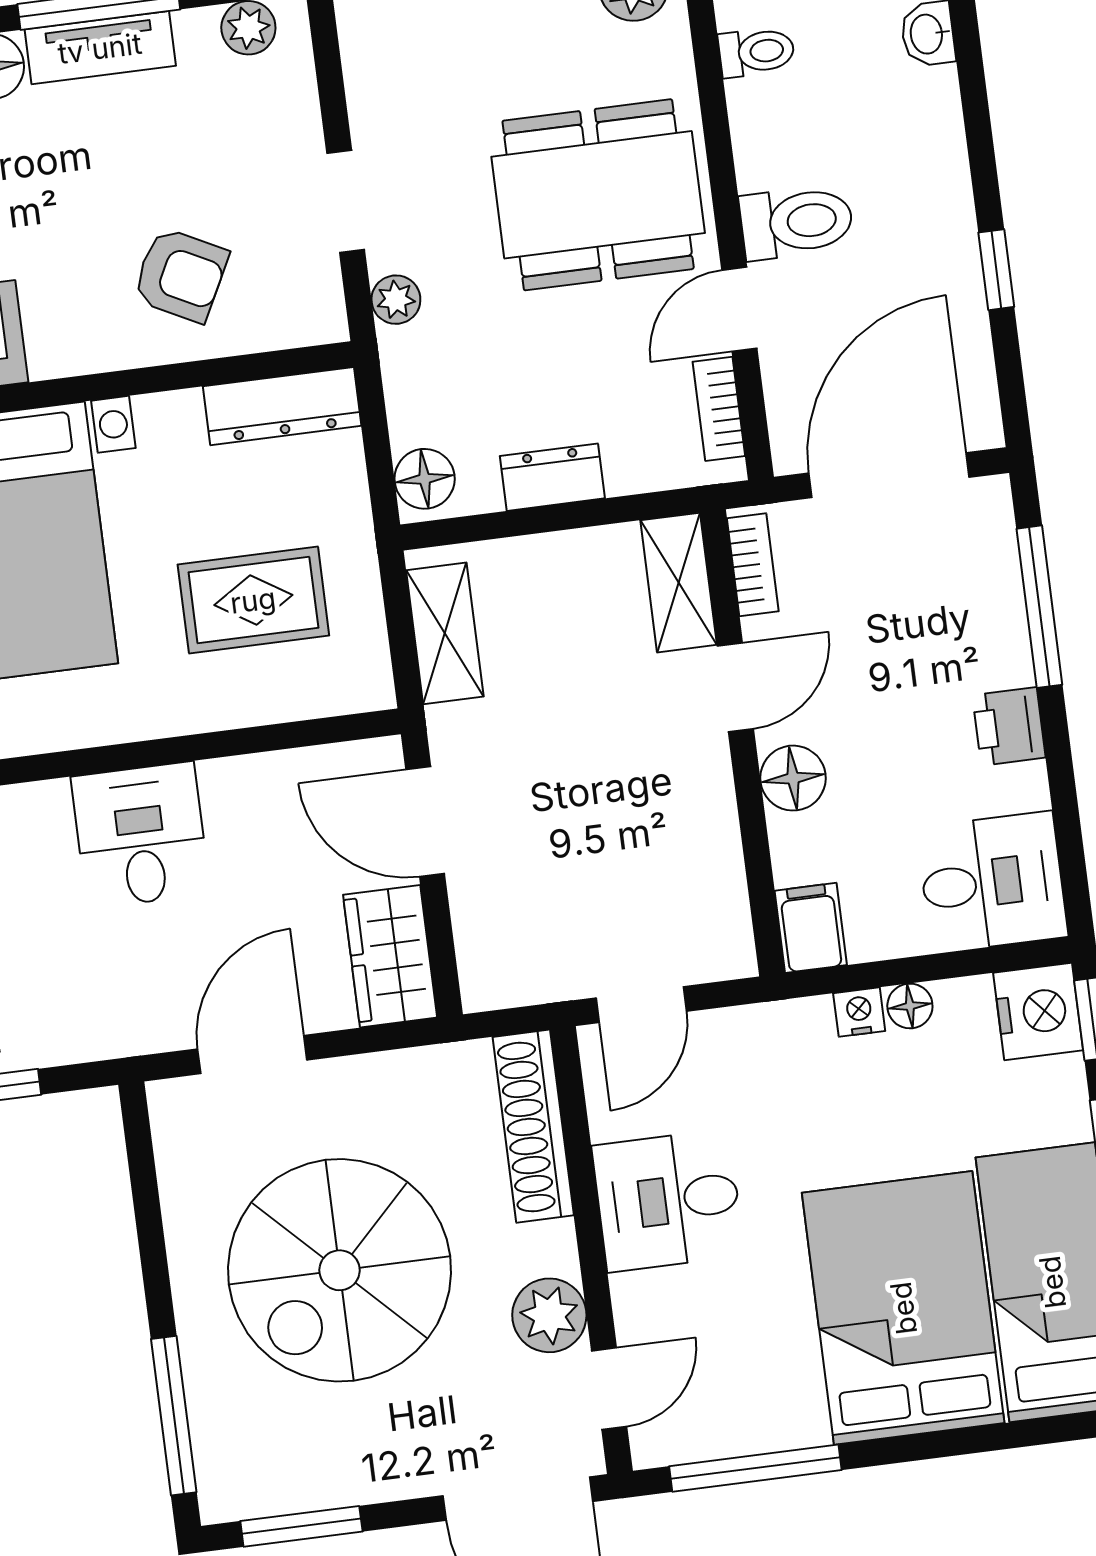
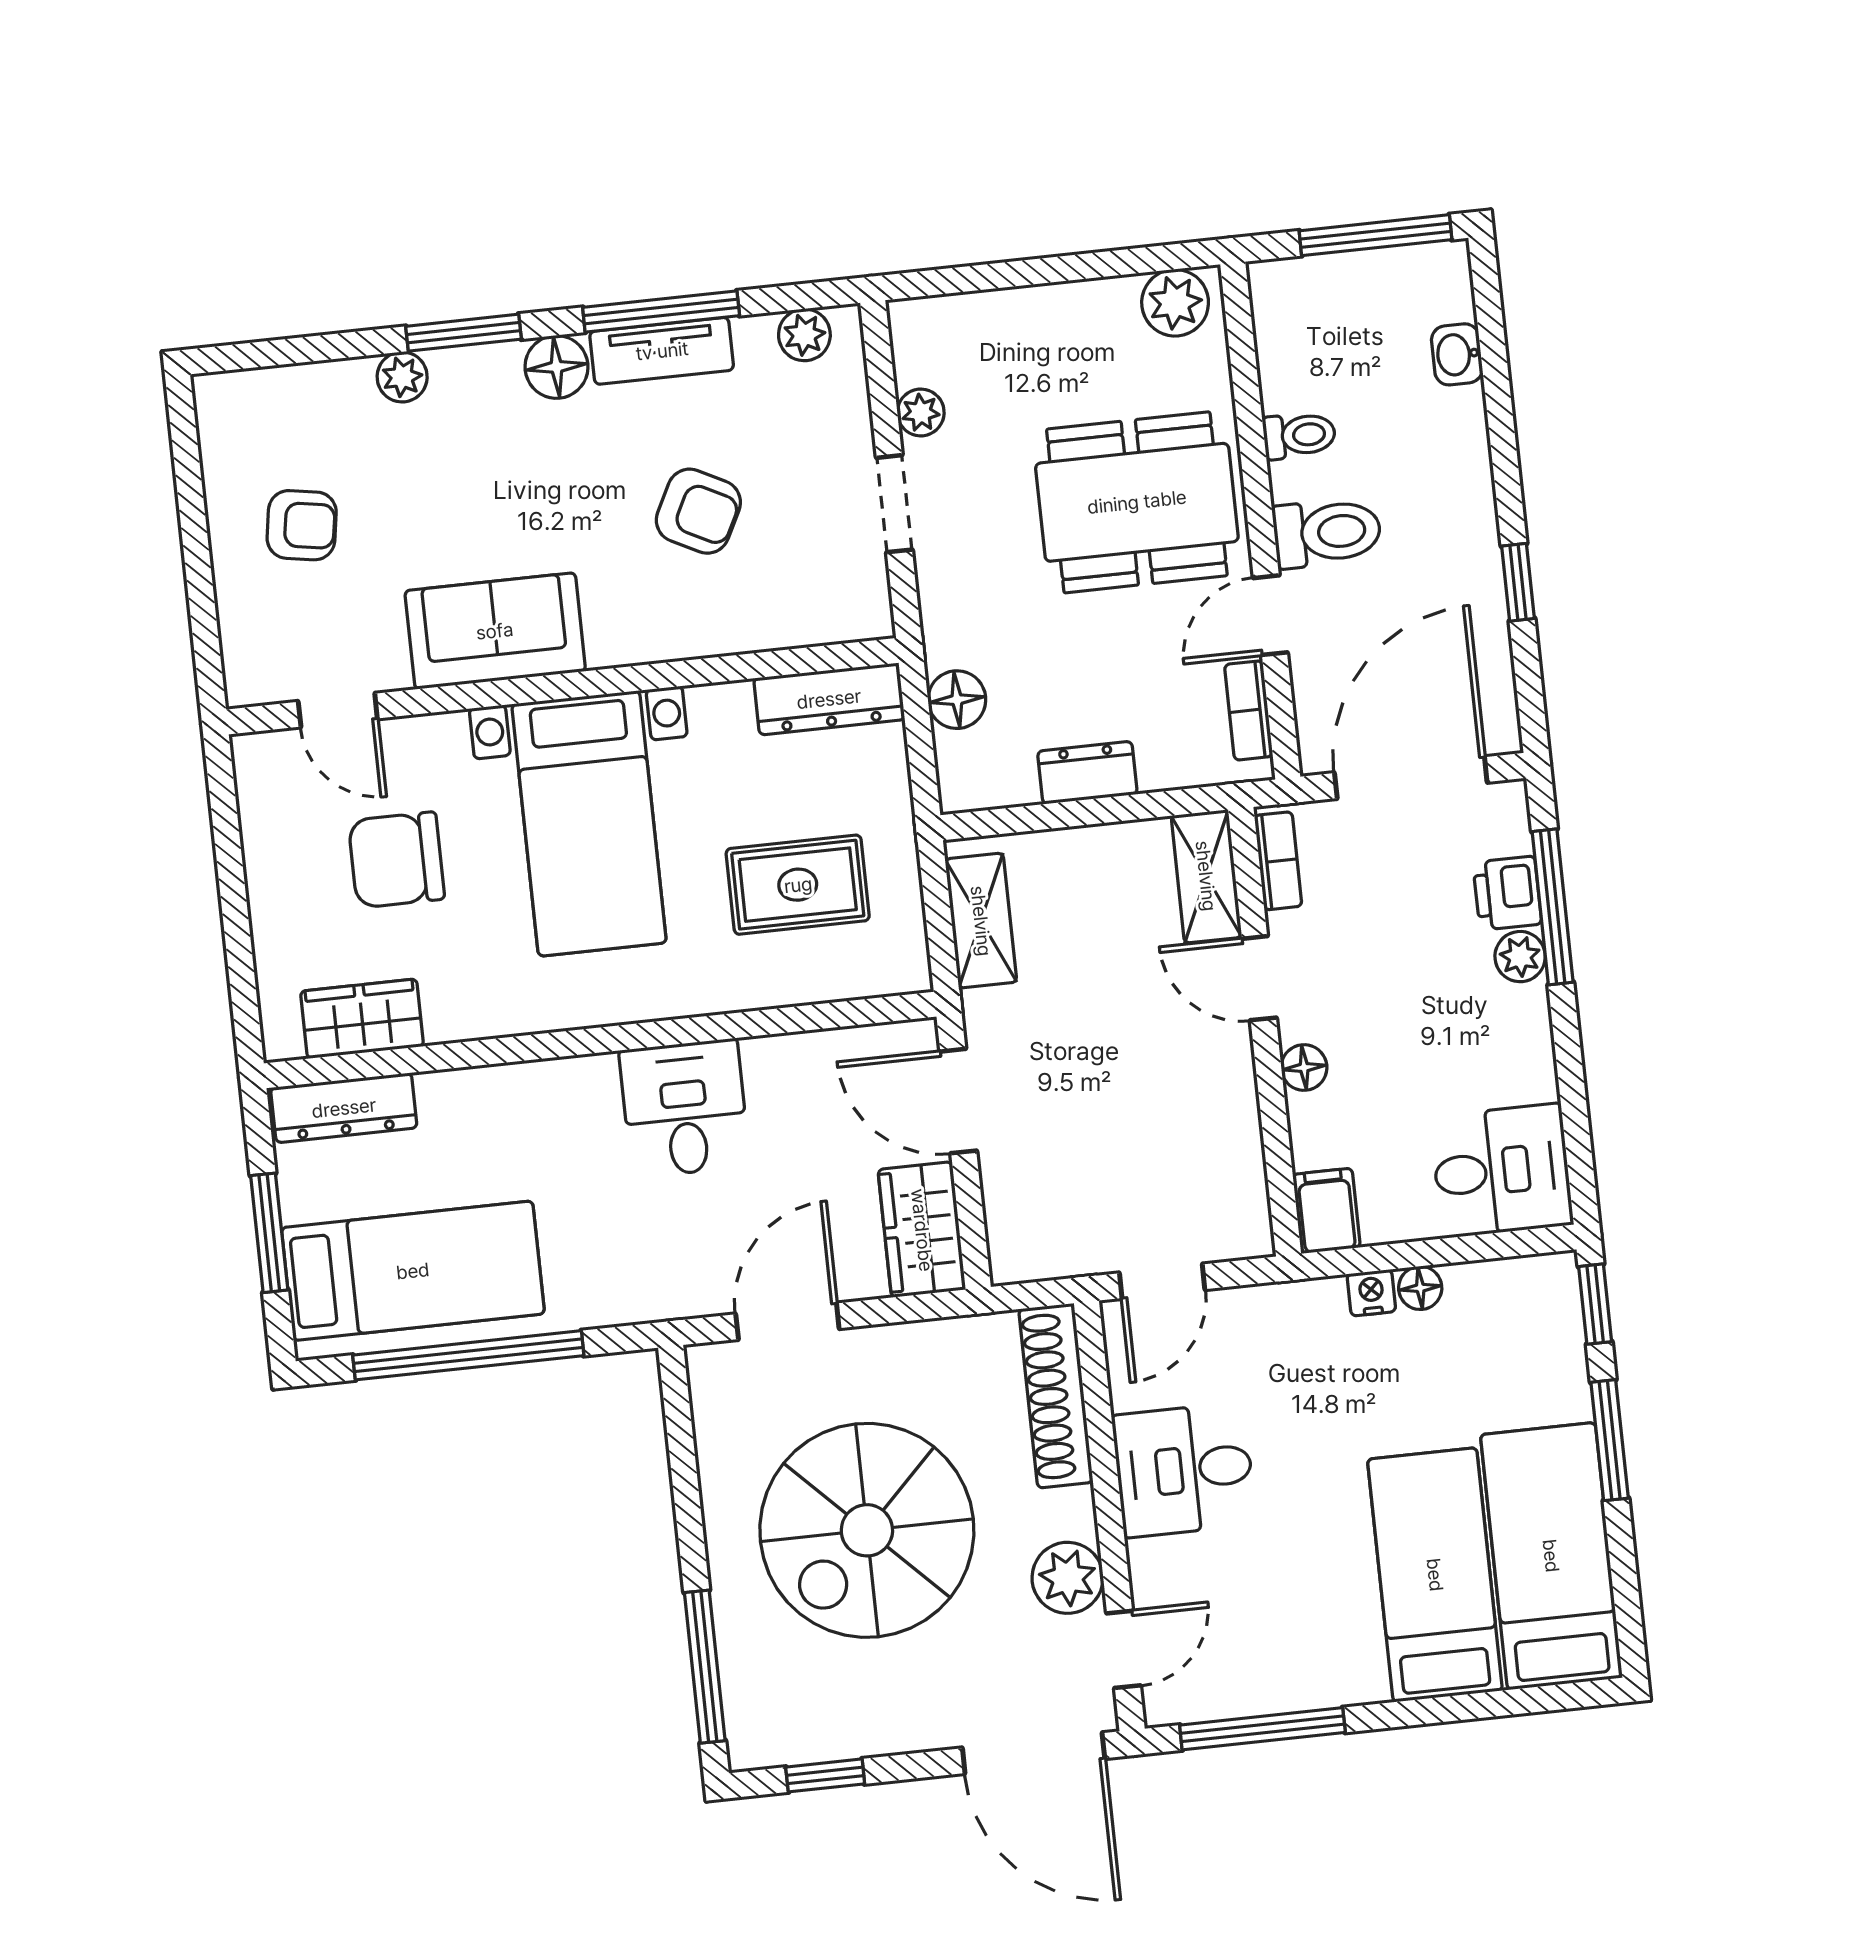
toilet: (757, 52) -> (1299, 435), moved
armchair: (180, 275) -> (698, 511), moved
plant: (396, 300) -> (921, 413), moved
floor lamp: (425, 479) -> (957, 700), moved
plant: (1007, 659) -> (1520, 957), added
door: (735, 687) -> (1259, 978), swing flipped
printer: (1009, 726) -> (1507, 893), moved
floor lamp: (793, 778) -> (1304, 1067), width x0.73, depth x0.73
nightstand: (1038, 1012) -> (1543, 1296), removed
bed: (903, 1308) -> (1435, 1575), width x0.67
window: (301, 1526) -> (825, 1775), width x0.67

